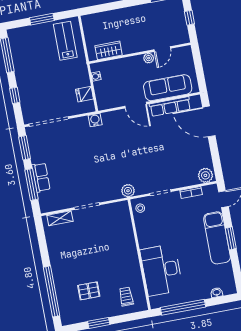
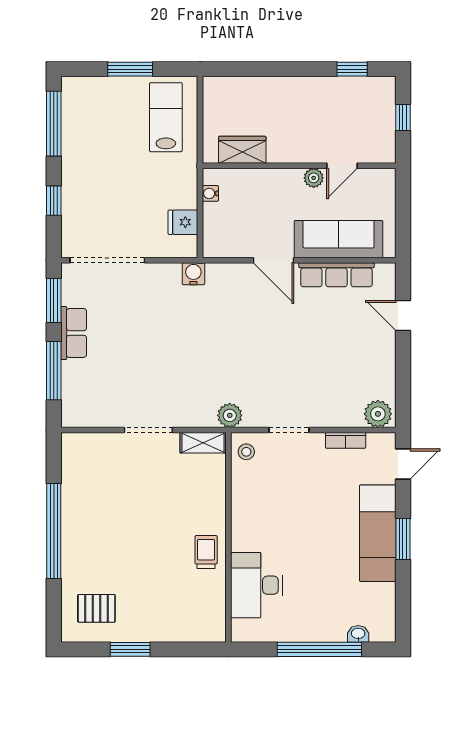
door: (209, 121) -> (403, 316), width x0.53
row of seats: (41, 177) -> (74, 333), moved
shelving: (60, 218) -> (203, 443), moved
desk: (162, 270) -> (257, 585), width x0.73, depth x0.77
window: (51, 291) -> (54, 531), moved
pallet: (89, 291) -> (96, 608), moved
trolley: (126, 297) -> (206, 552), moved
window: (183, 307) -> (319, 649), moved

